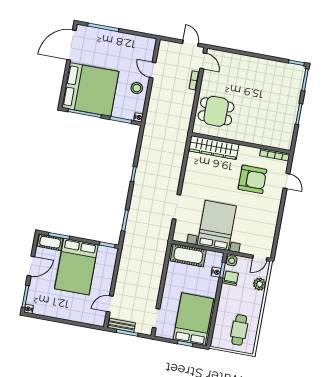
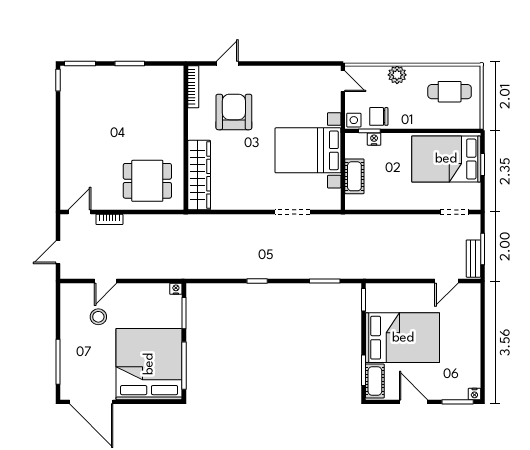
door: (190, 43) -> (58, 252), moved
stool: (137, 88) -> (98, 317), moved
dining table: (216, 111) -> (147, 181), turned 90
cot: (188, 255) -> (354, 176), width x0.73, depth x0.75
plant: (260, 284) -> (397, 75), moved
door: (110, 304) -> (446, 281), hinge flipped

